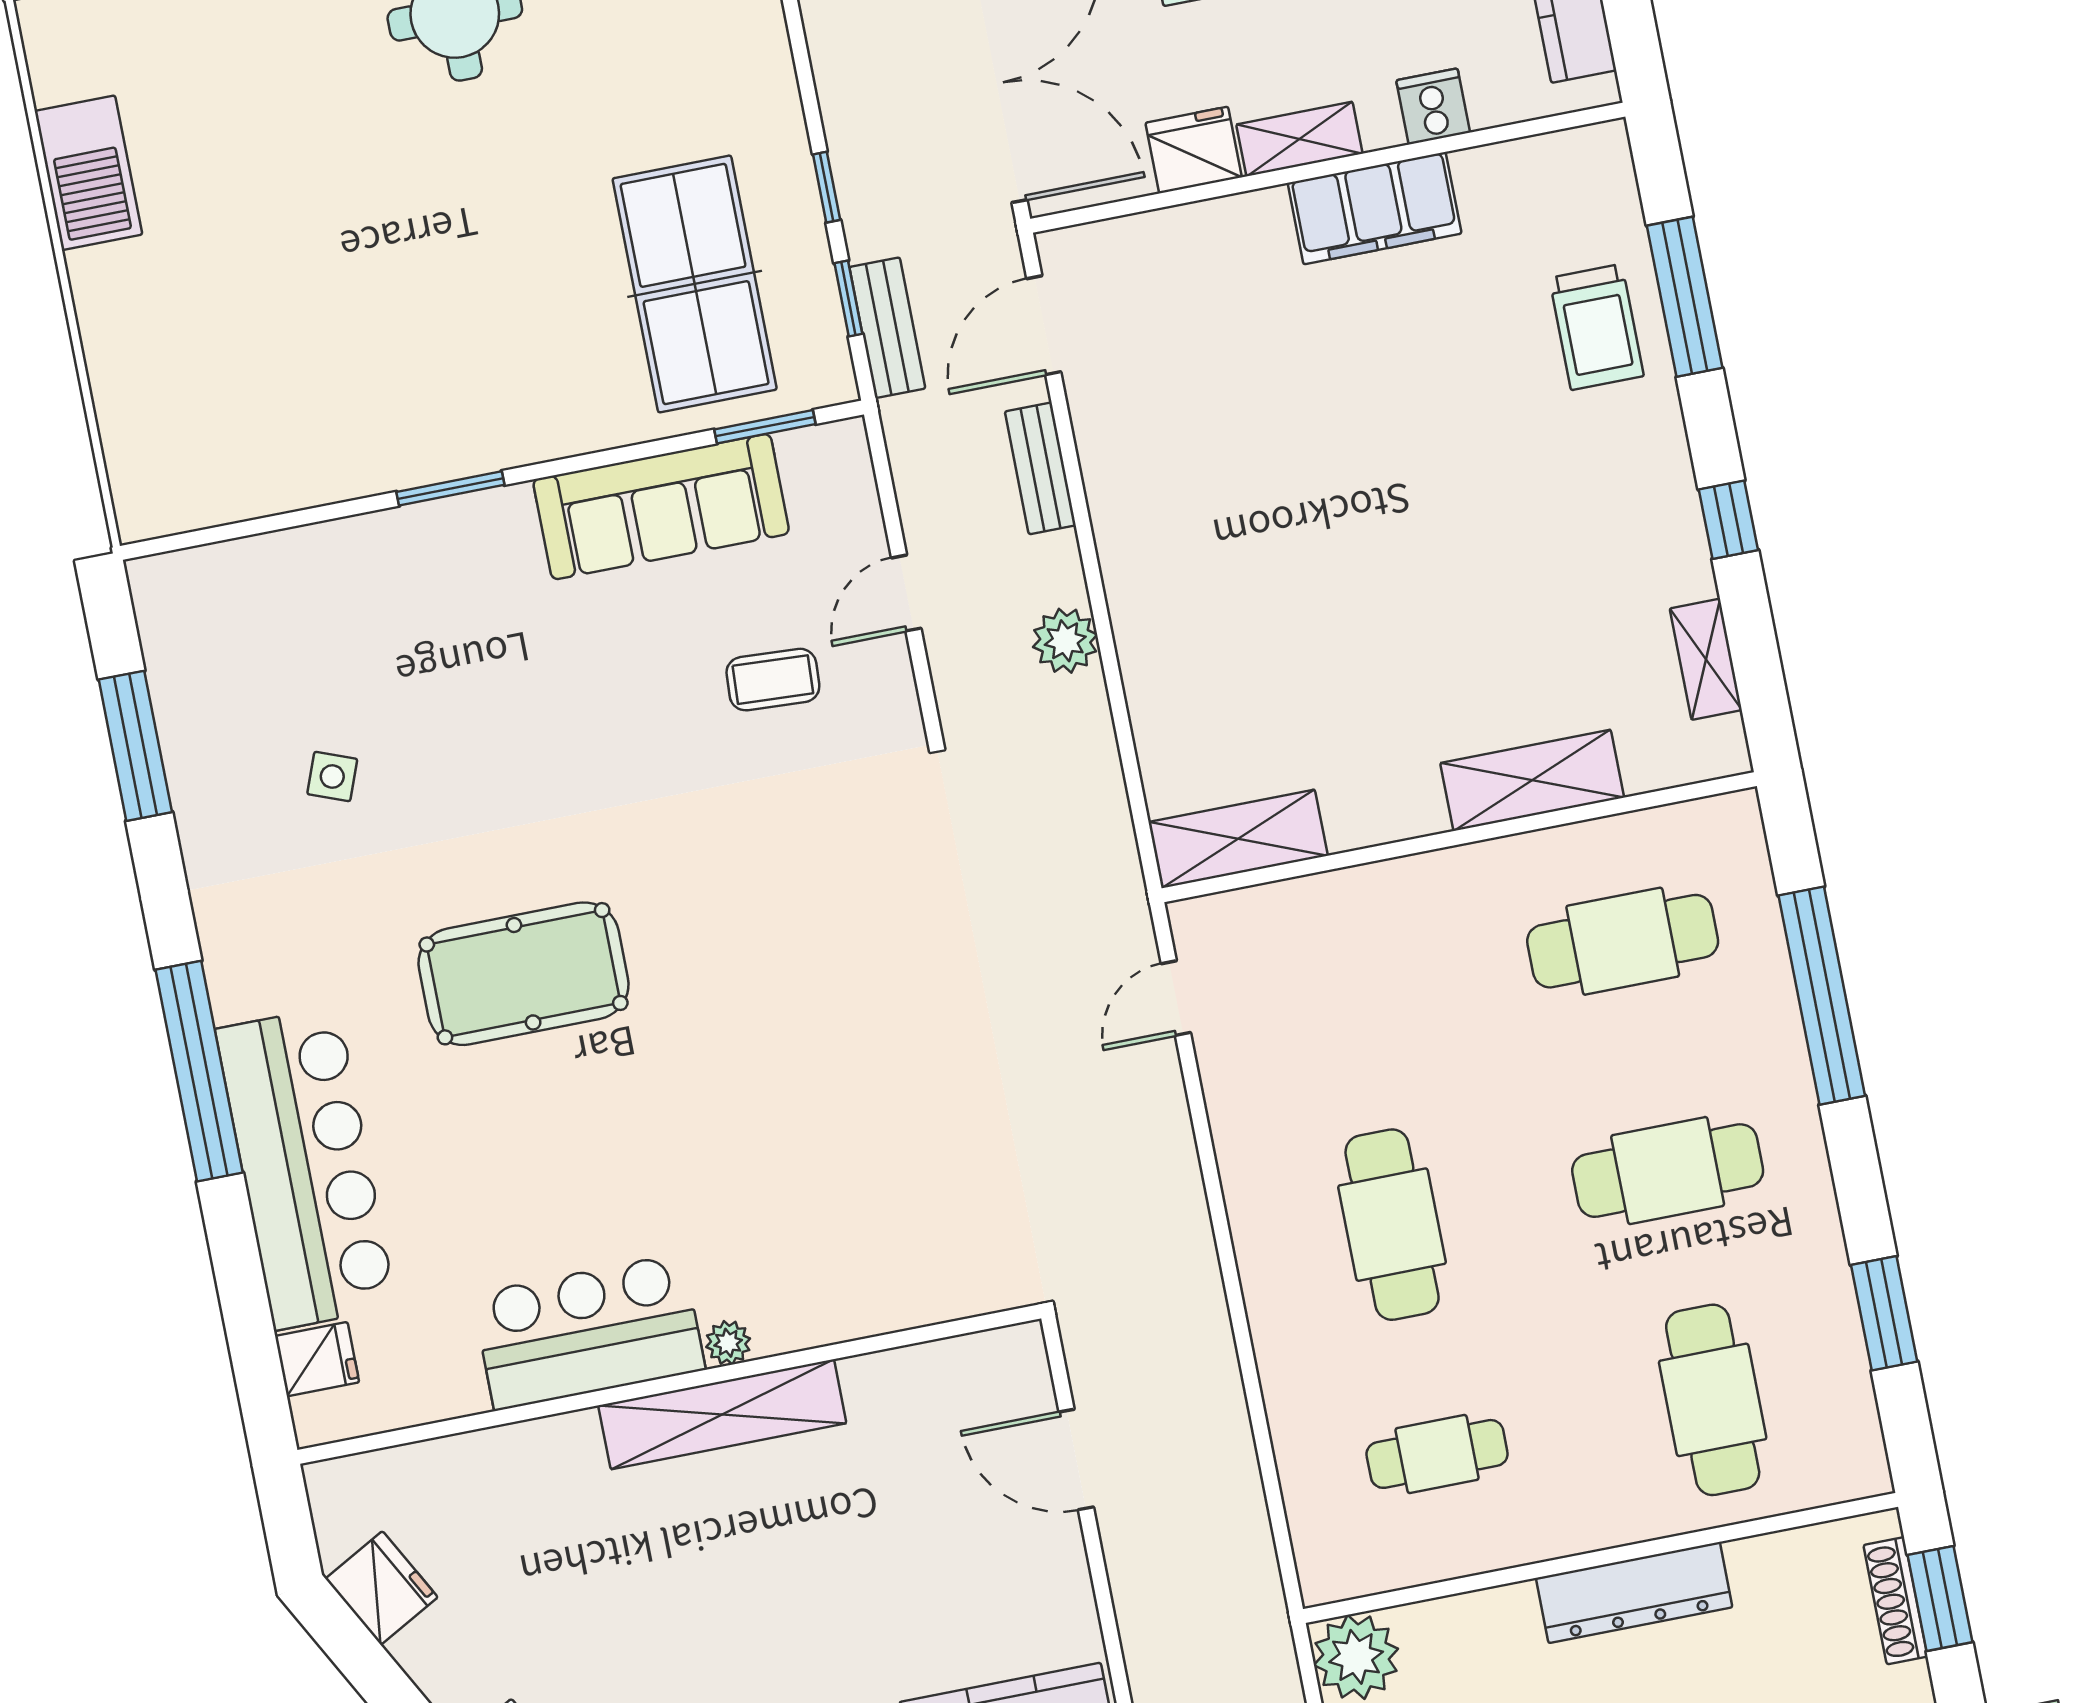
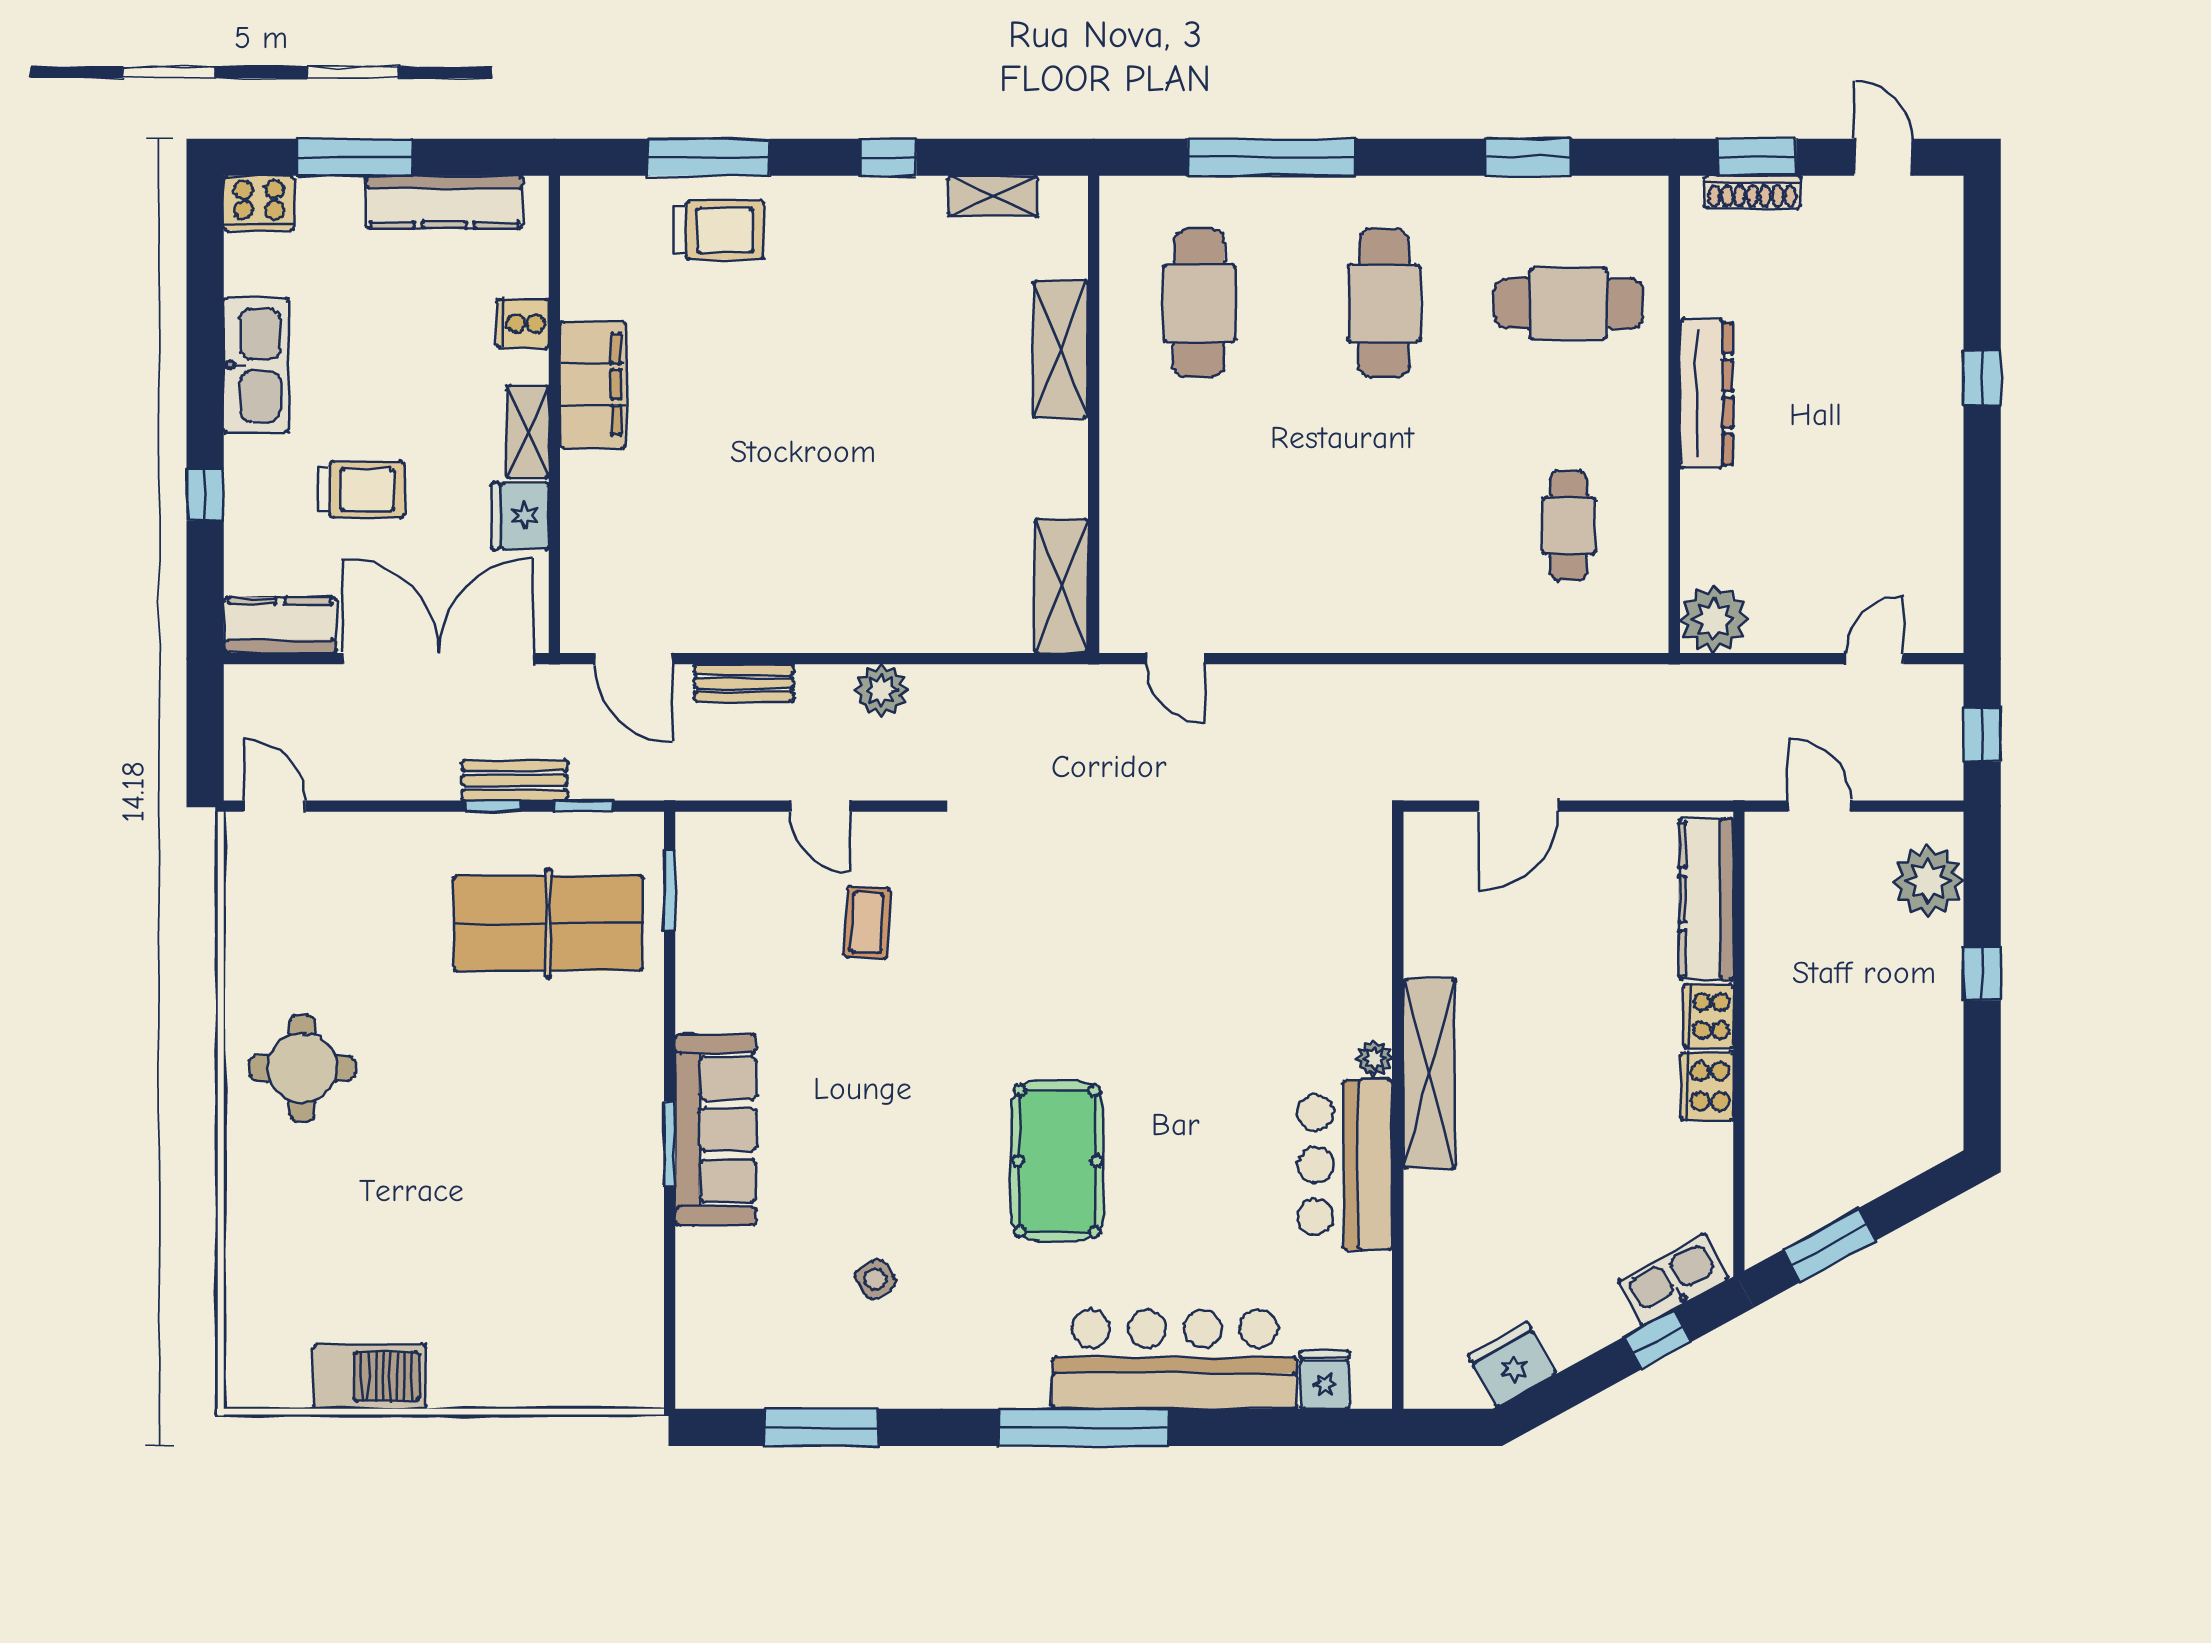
bench: (887, 328) -> (514, 780), moved
sofa: (661, 507) -> (716, 1130), moved
side table: (332, 777) -> (875, 1279), turned 37
cafe table: (1392, 1225) -> (1384, 525), removed

